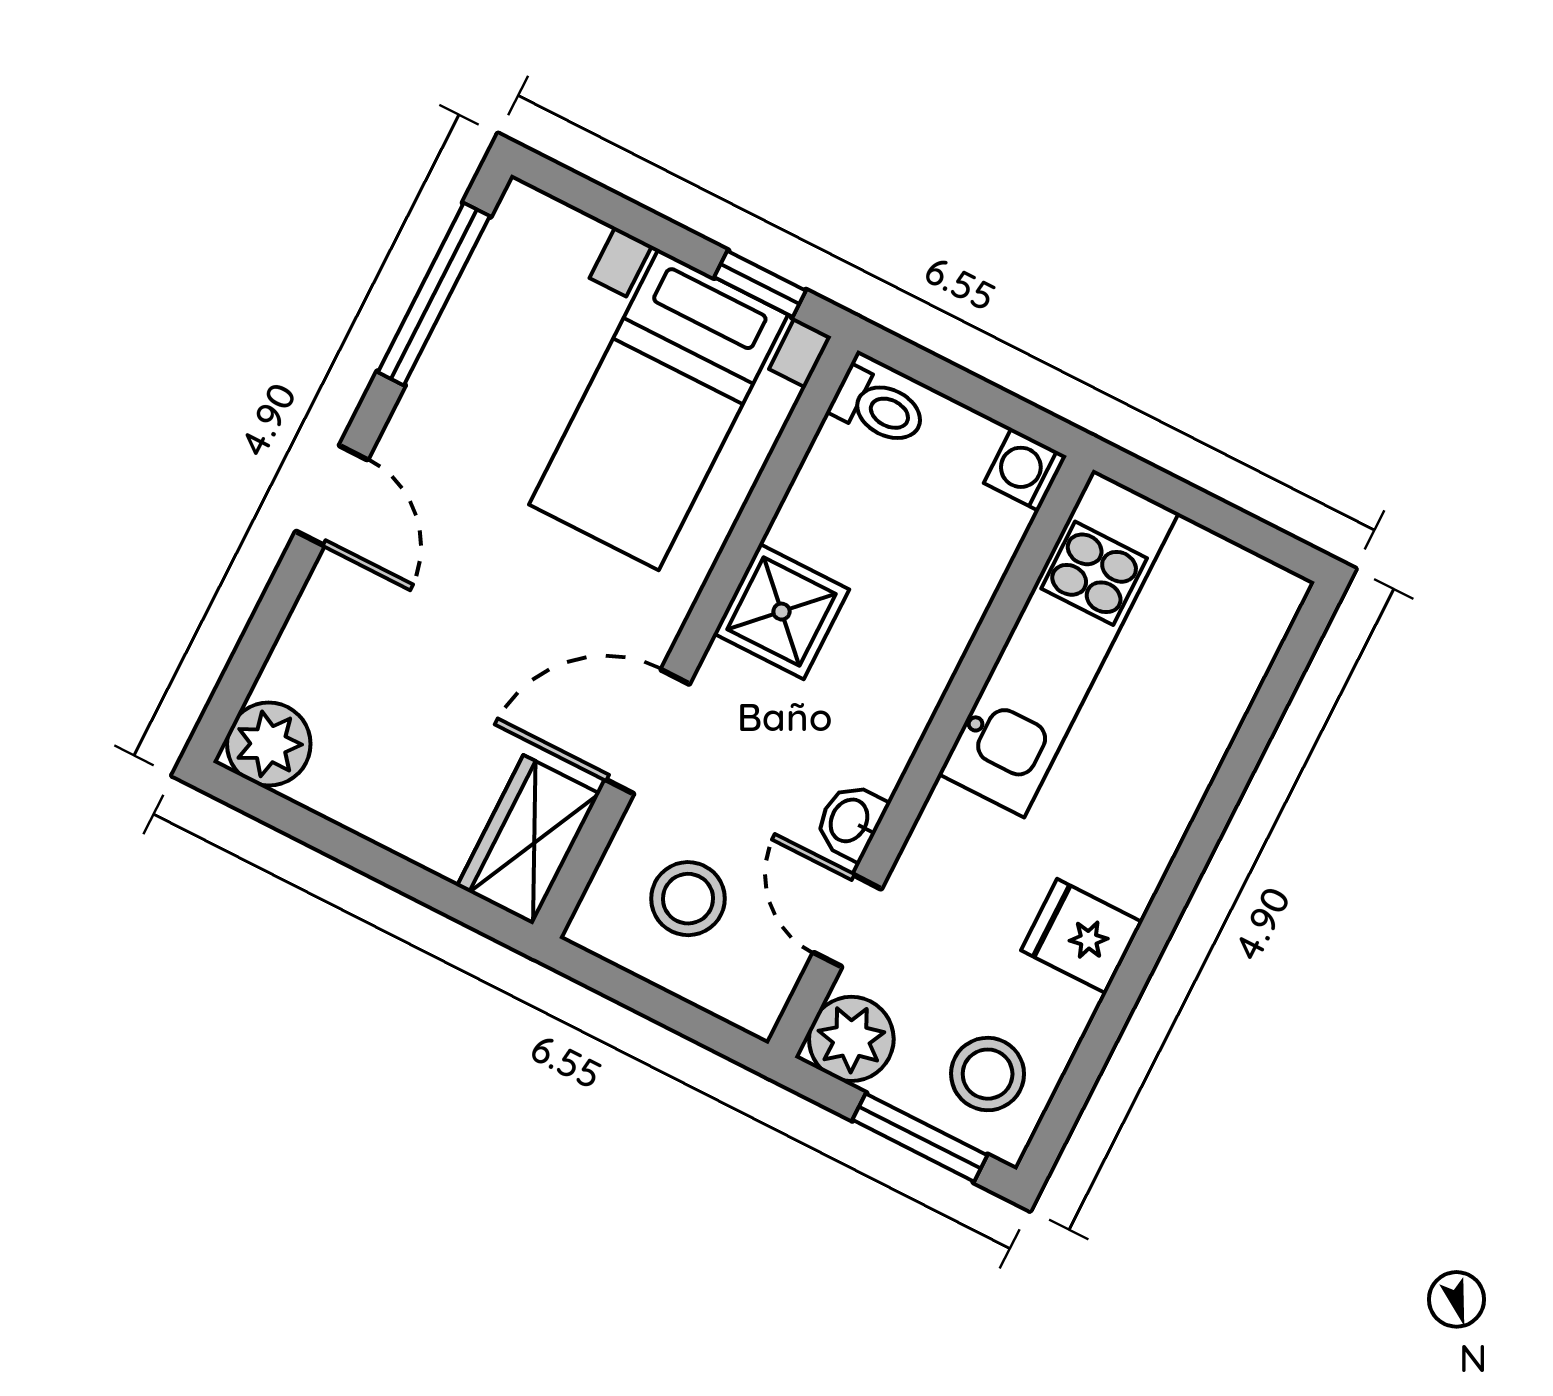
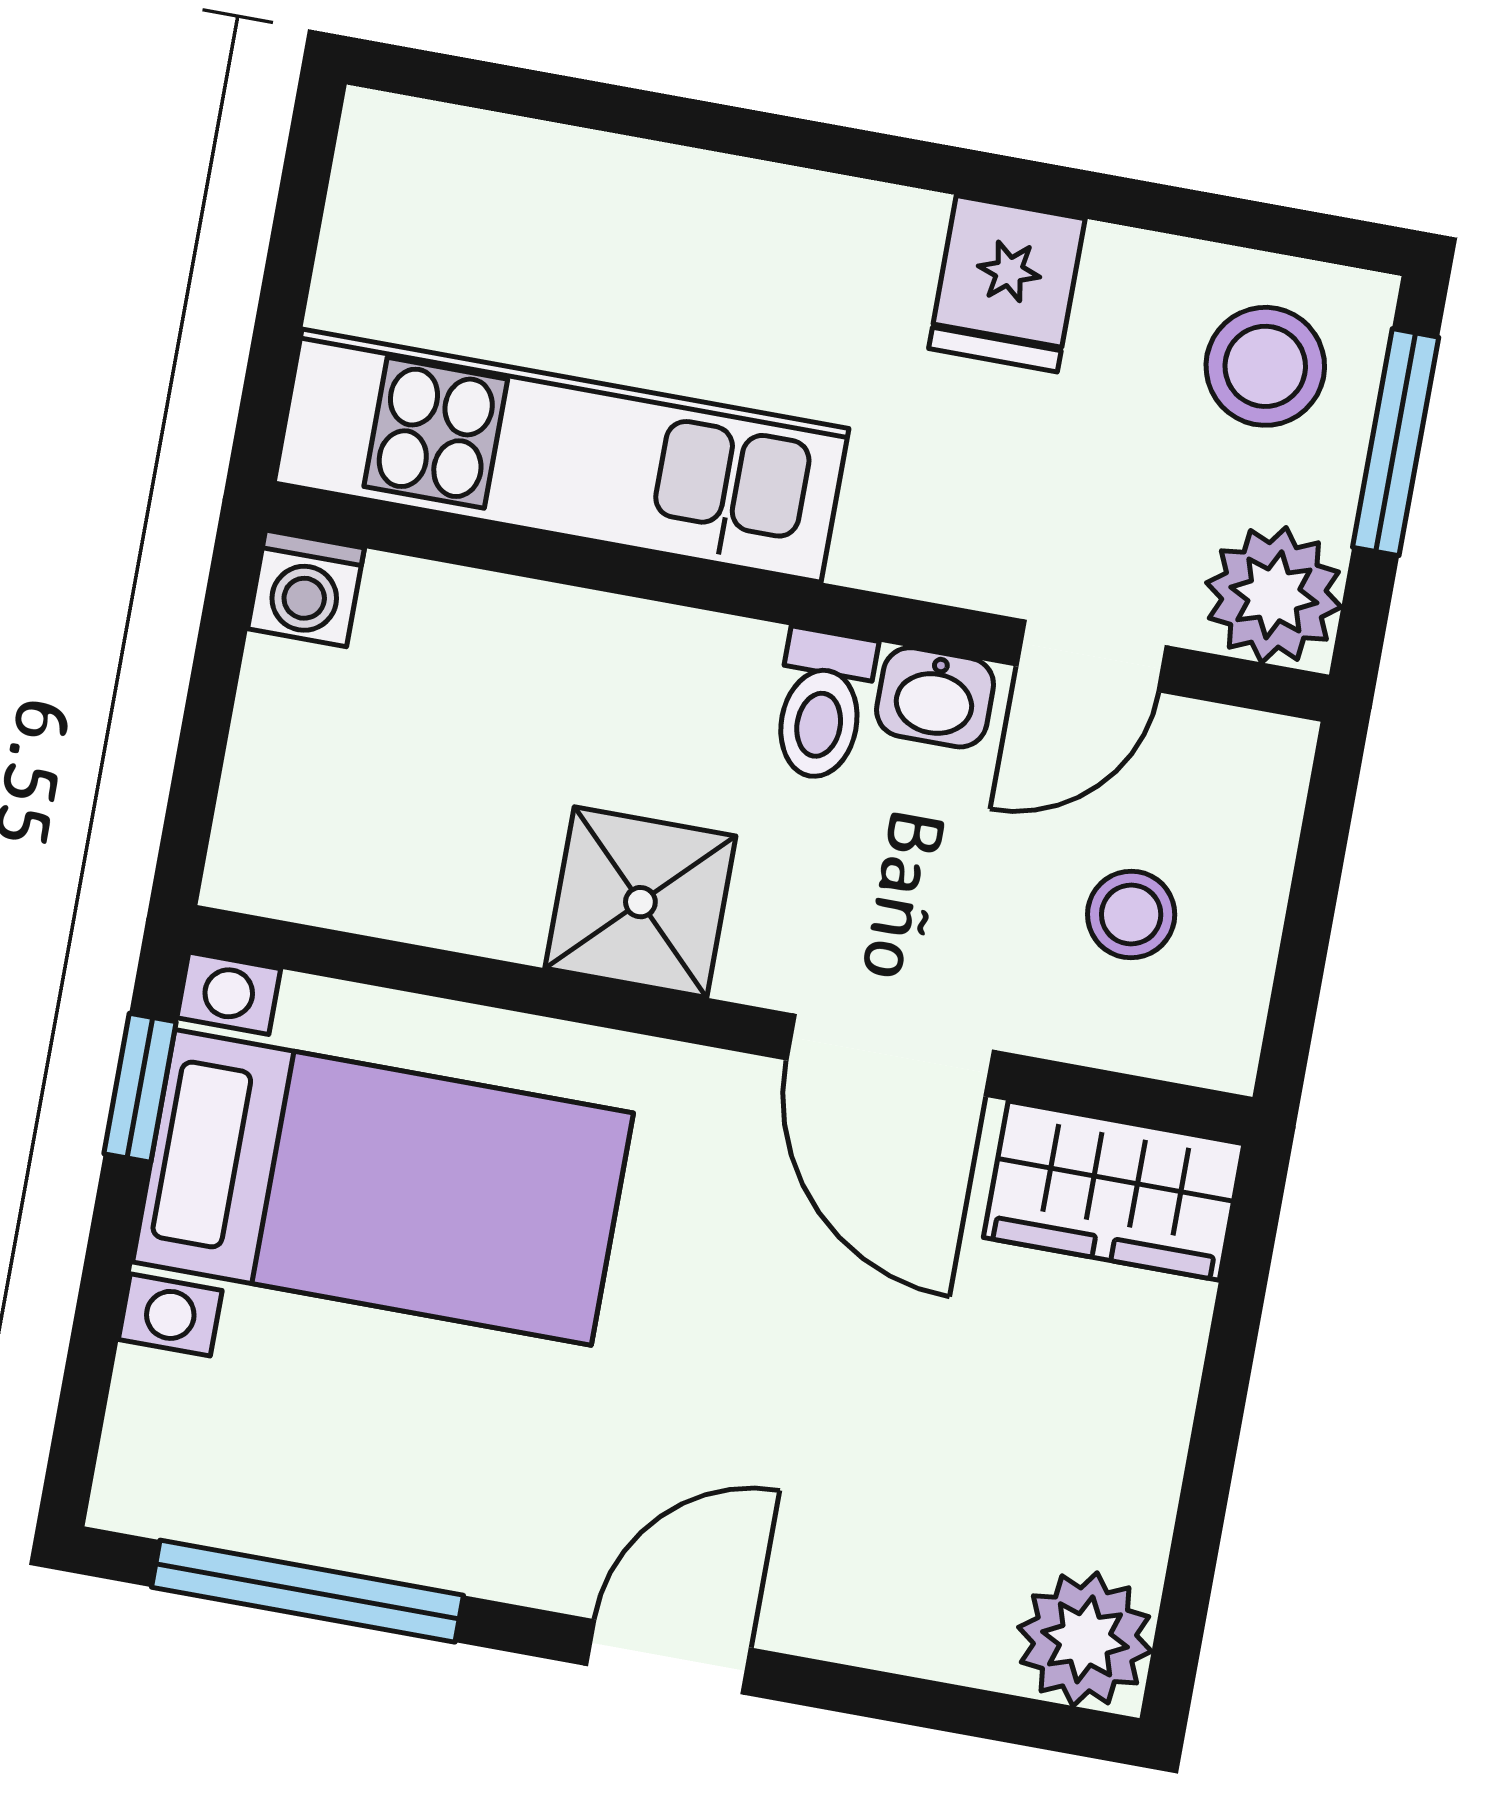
toilet: (878, 408) -> (822, 705), moved, turned 180
stool: (688, 899) -> (1131, 914), width x0.73, depth x0.73

